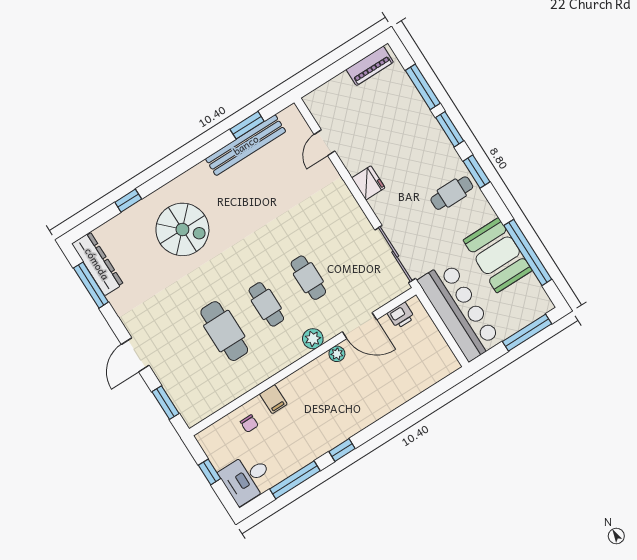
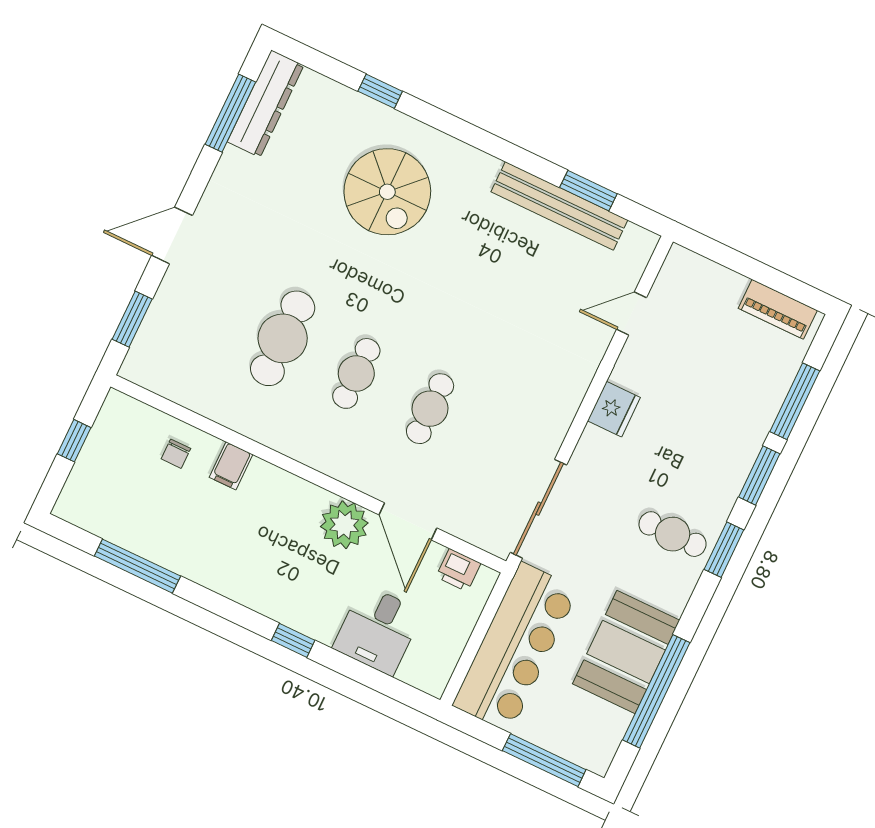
plant: (313, 339) -> (349, 468), removed
plant: (337, 354) -> (344, 525), width x1.88, depth x1.88
window: (342, 450) -> (293, 640), moved
desk: (247, 478) -> (378, 630), moved, turned -90

